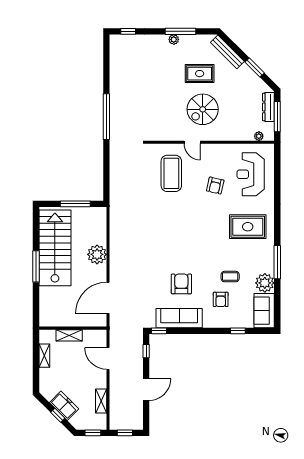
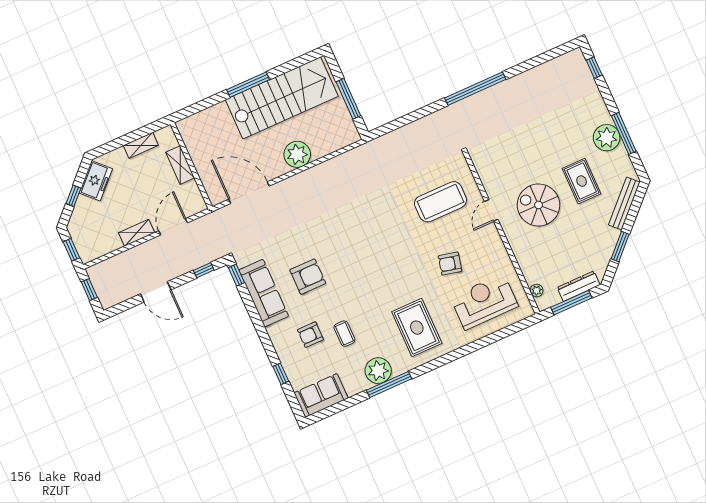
plant: (174, 39) -> (607, 138), width x1.88, depth x1.88
plant: (265, 283) -> (378, 371), moved
shelving: (101, 401) -> (137, 233), moved
freezer: (64, 406) -> (96, 181), moved

